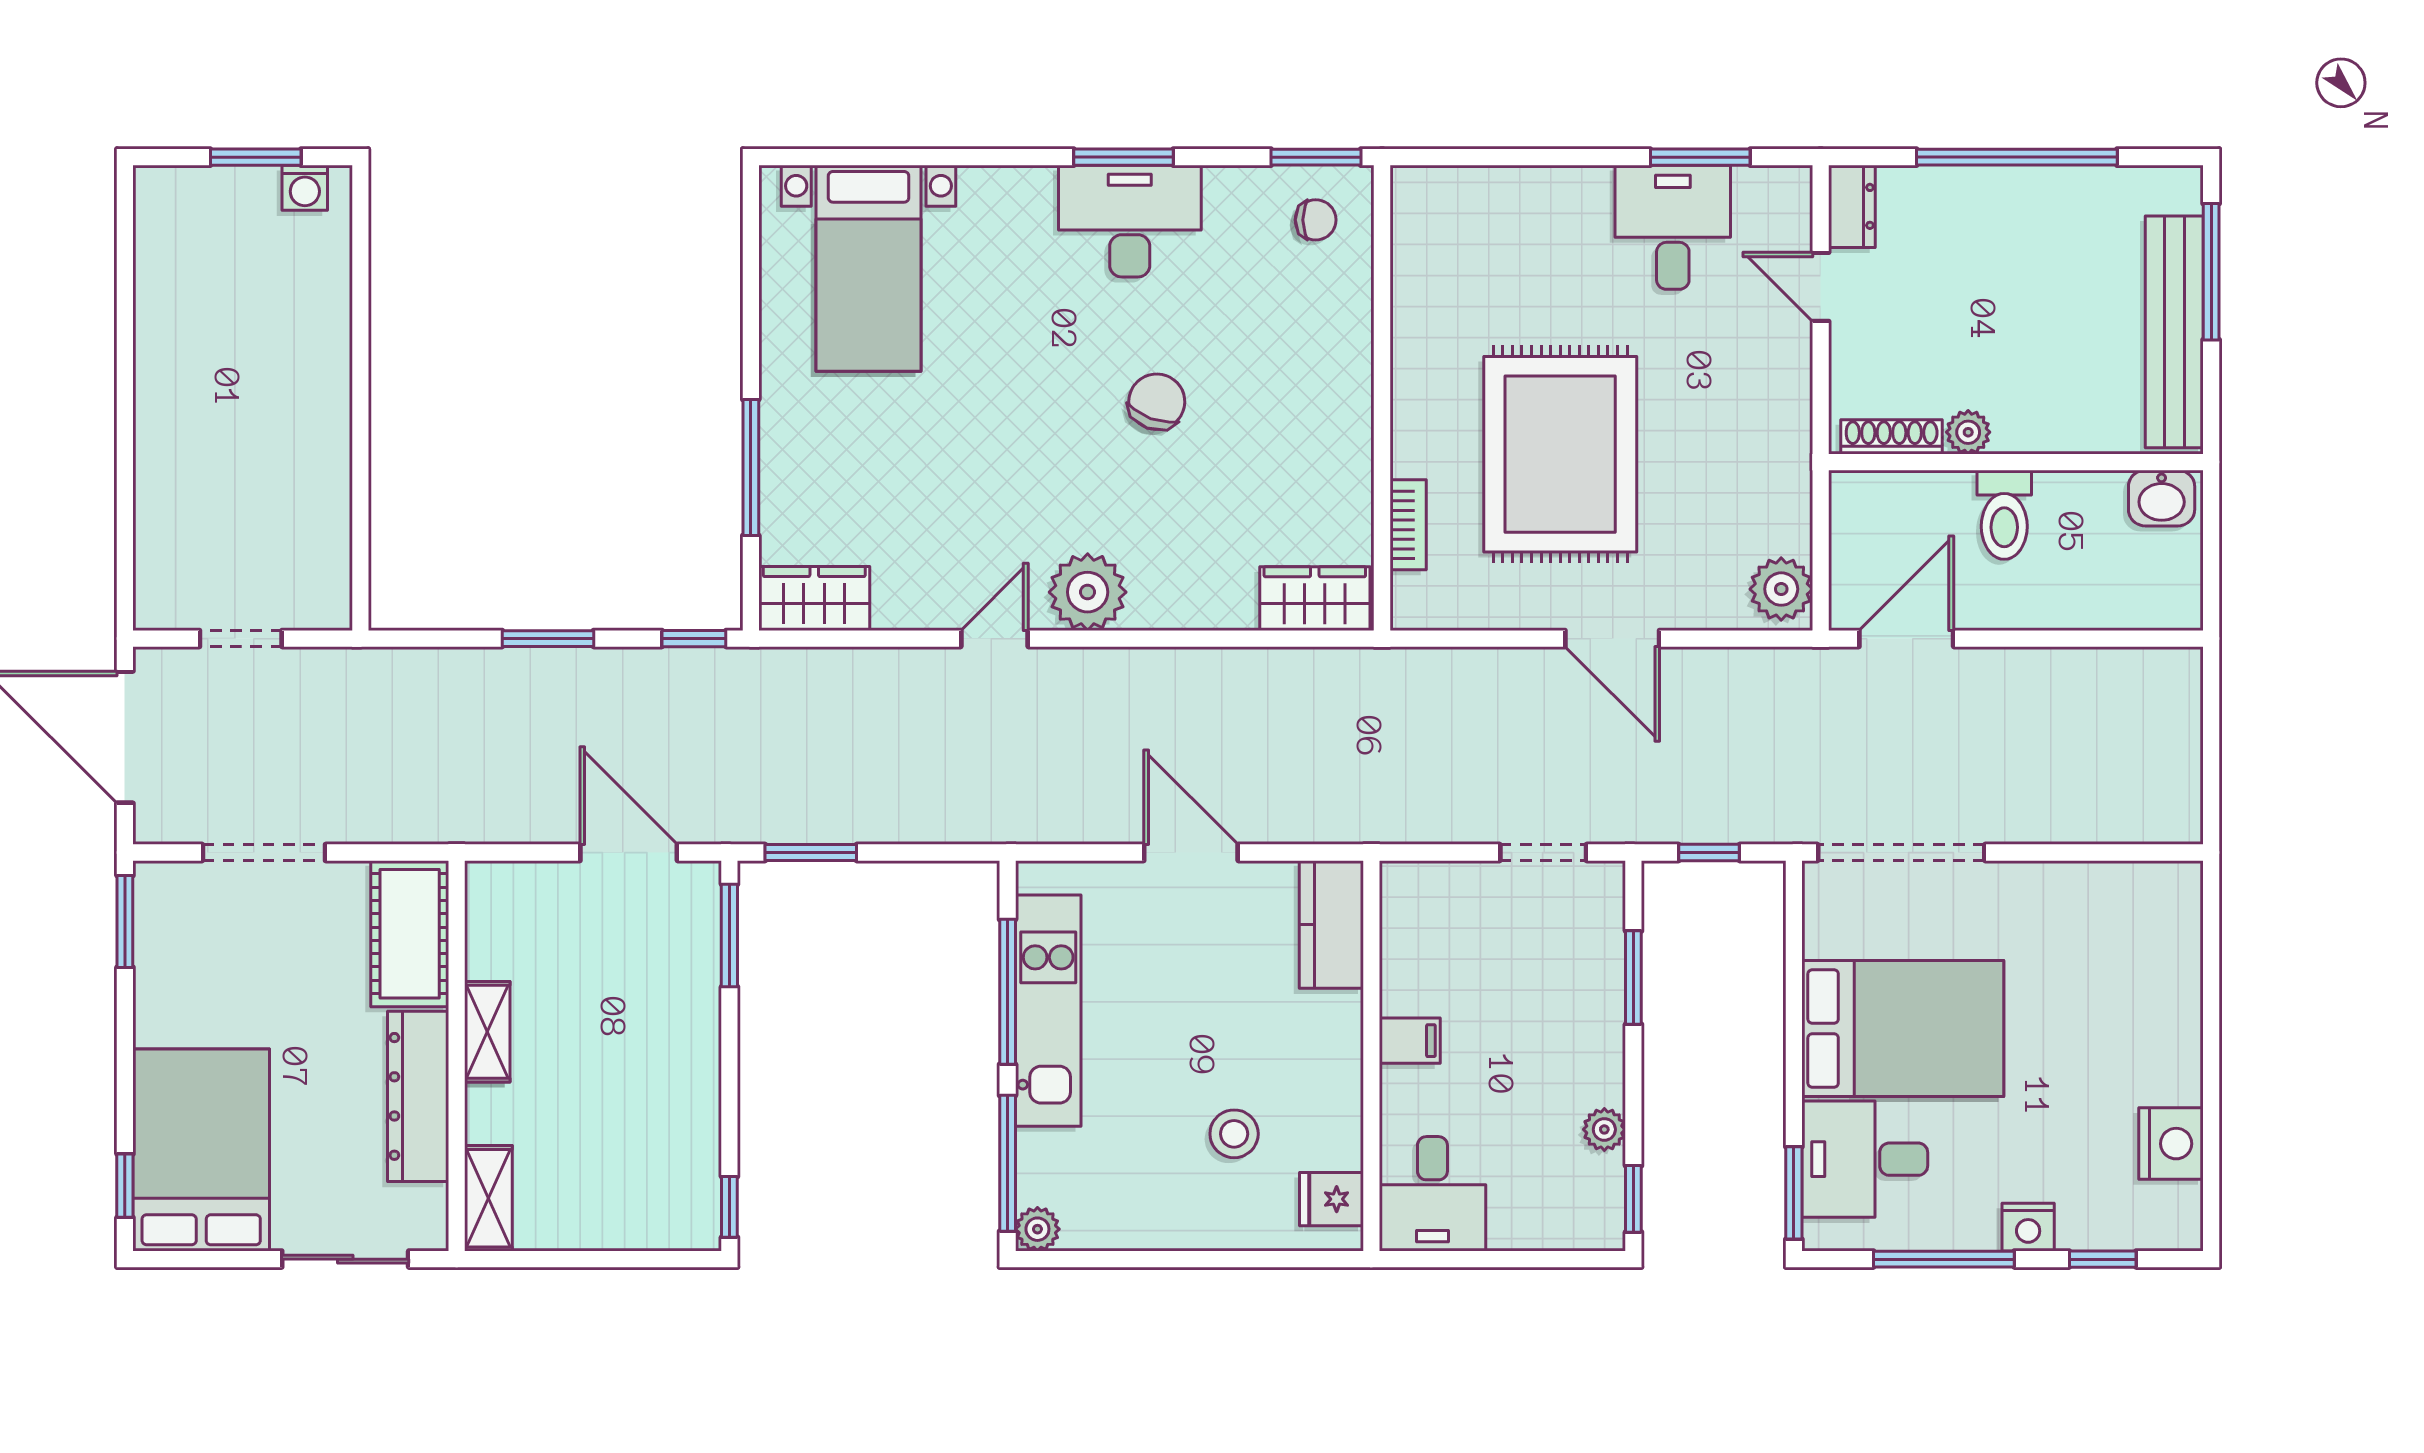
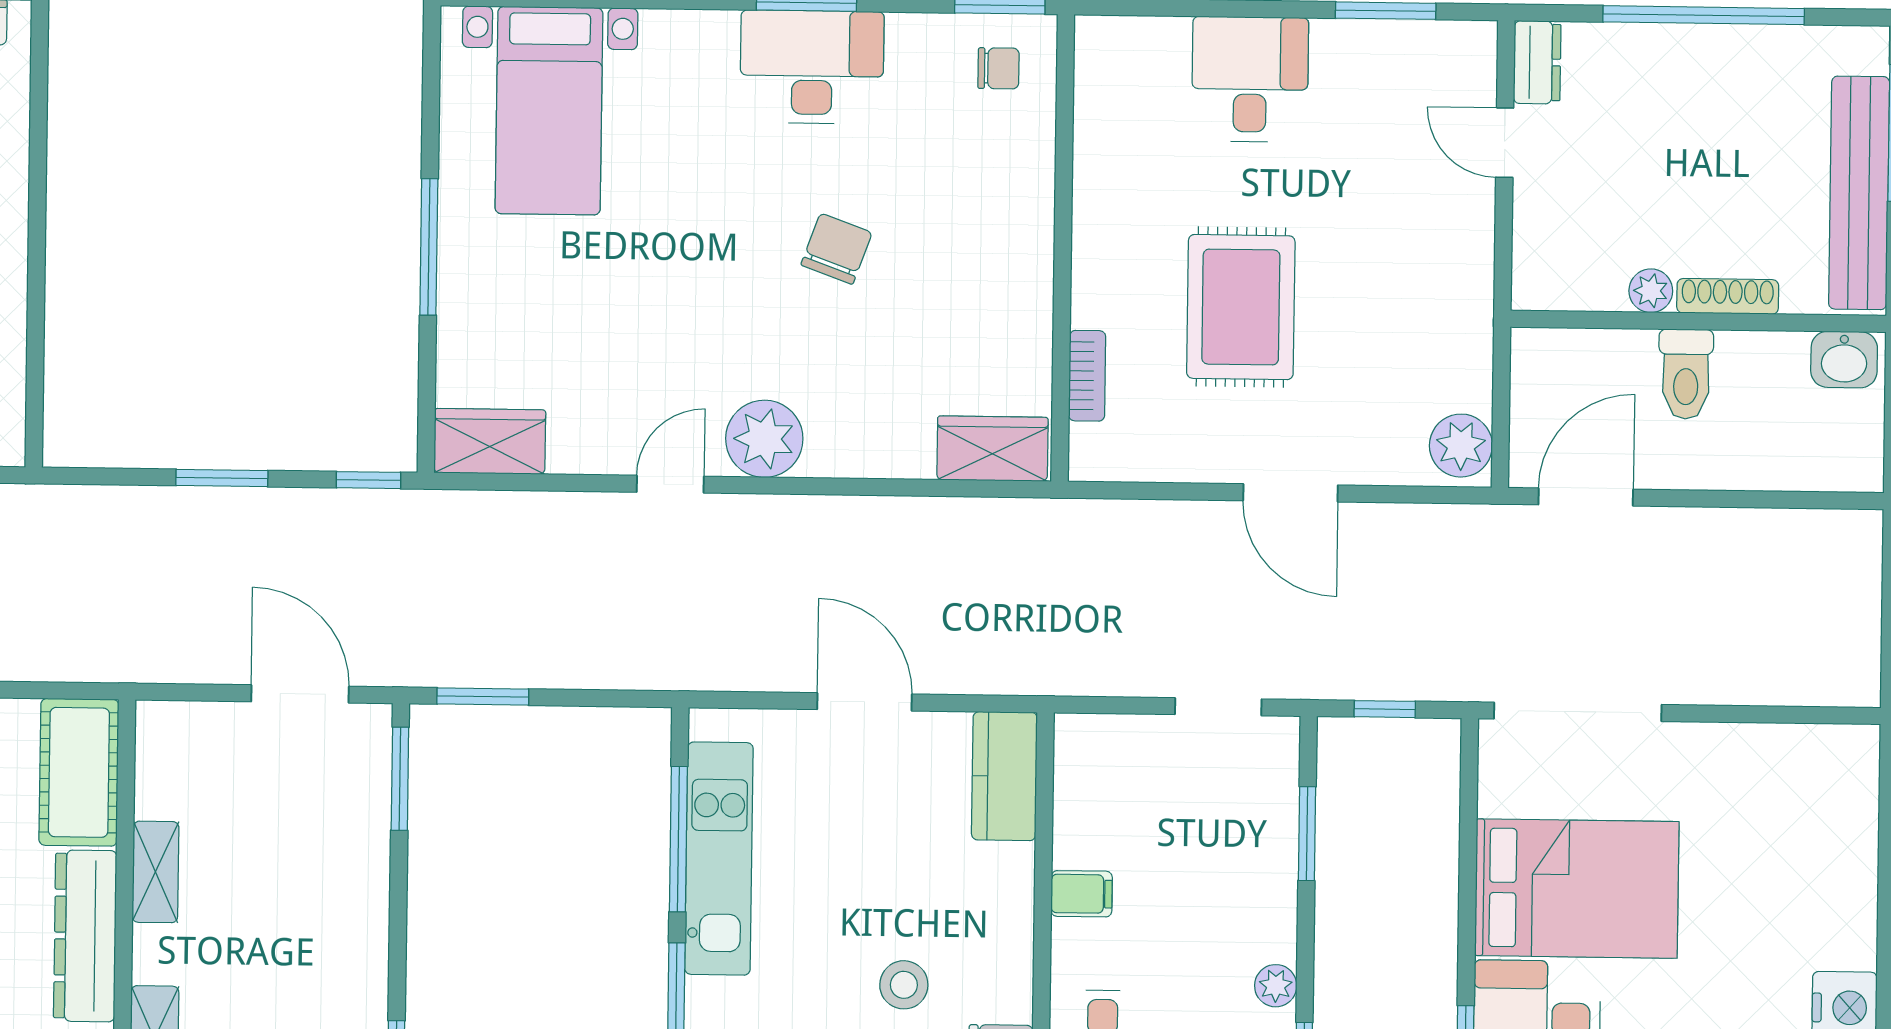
desk: (1673, 227) -> (1250, 79), moved
shoe rack: (1892, 437) -> (1728, 296), moved
rug: (1560, 454) -> (1241, 307), width x0.73, depth x0.69
window: (751, 468) -> (429, 247), moved

